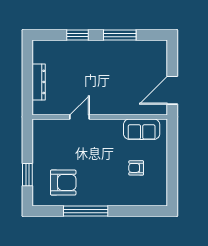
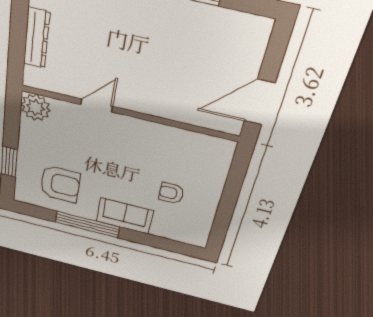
plant: (42, 128) -> (36, 107), added
sofa: (142, 129) -> (125, 216), moved, turned 180

